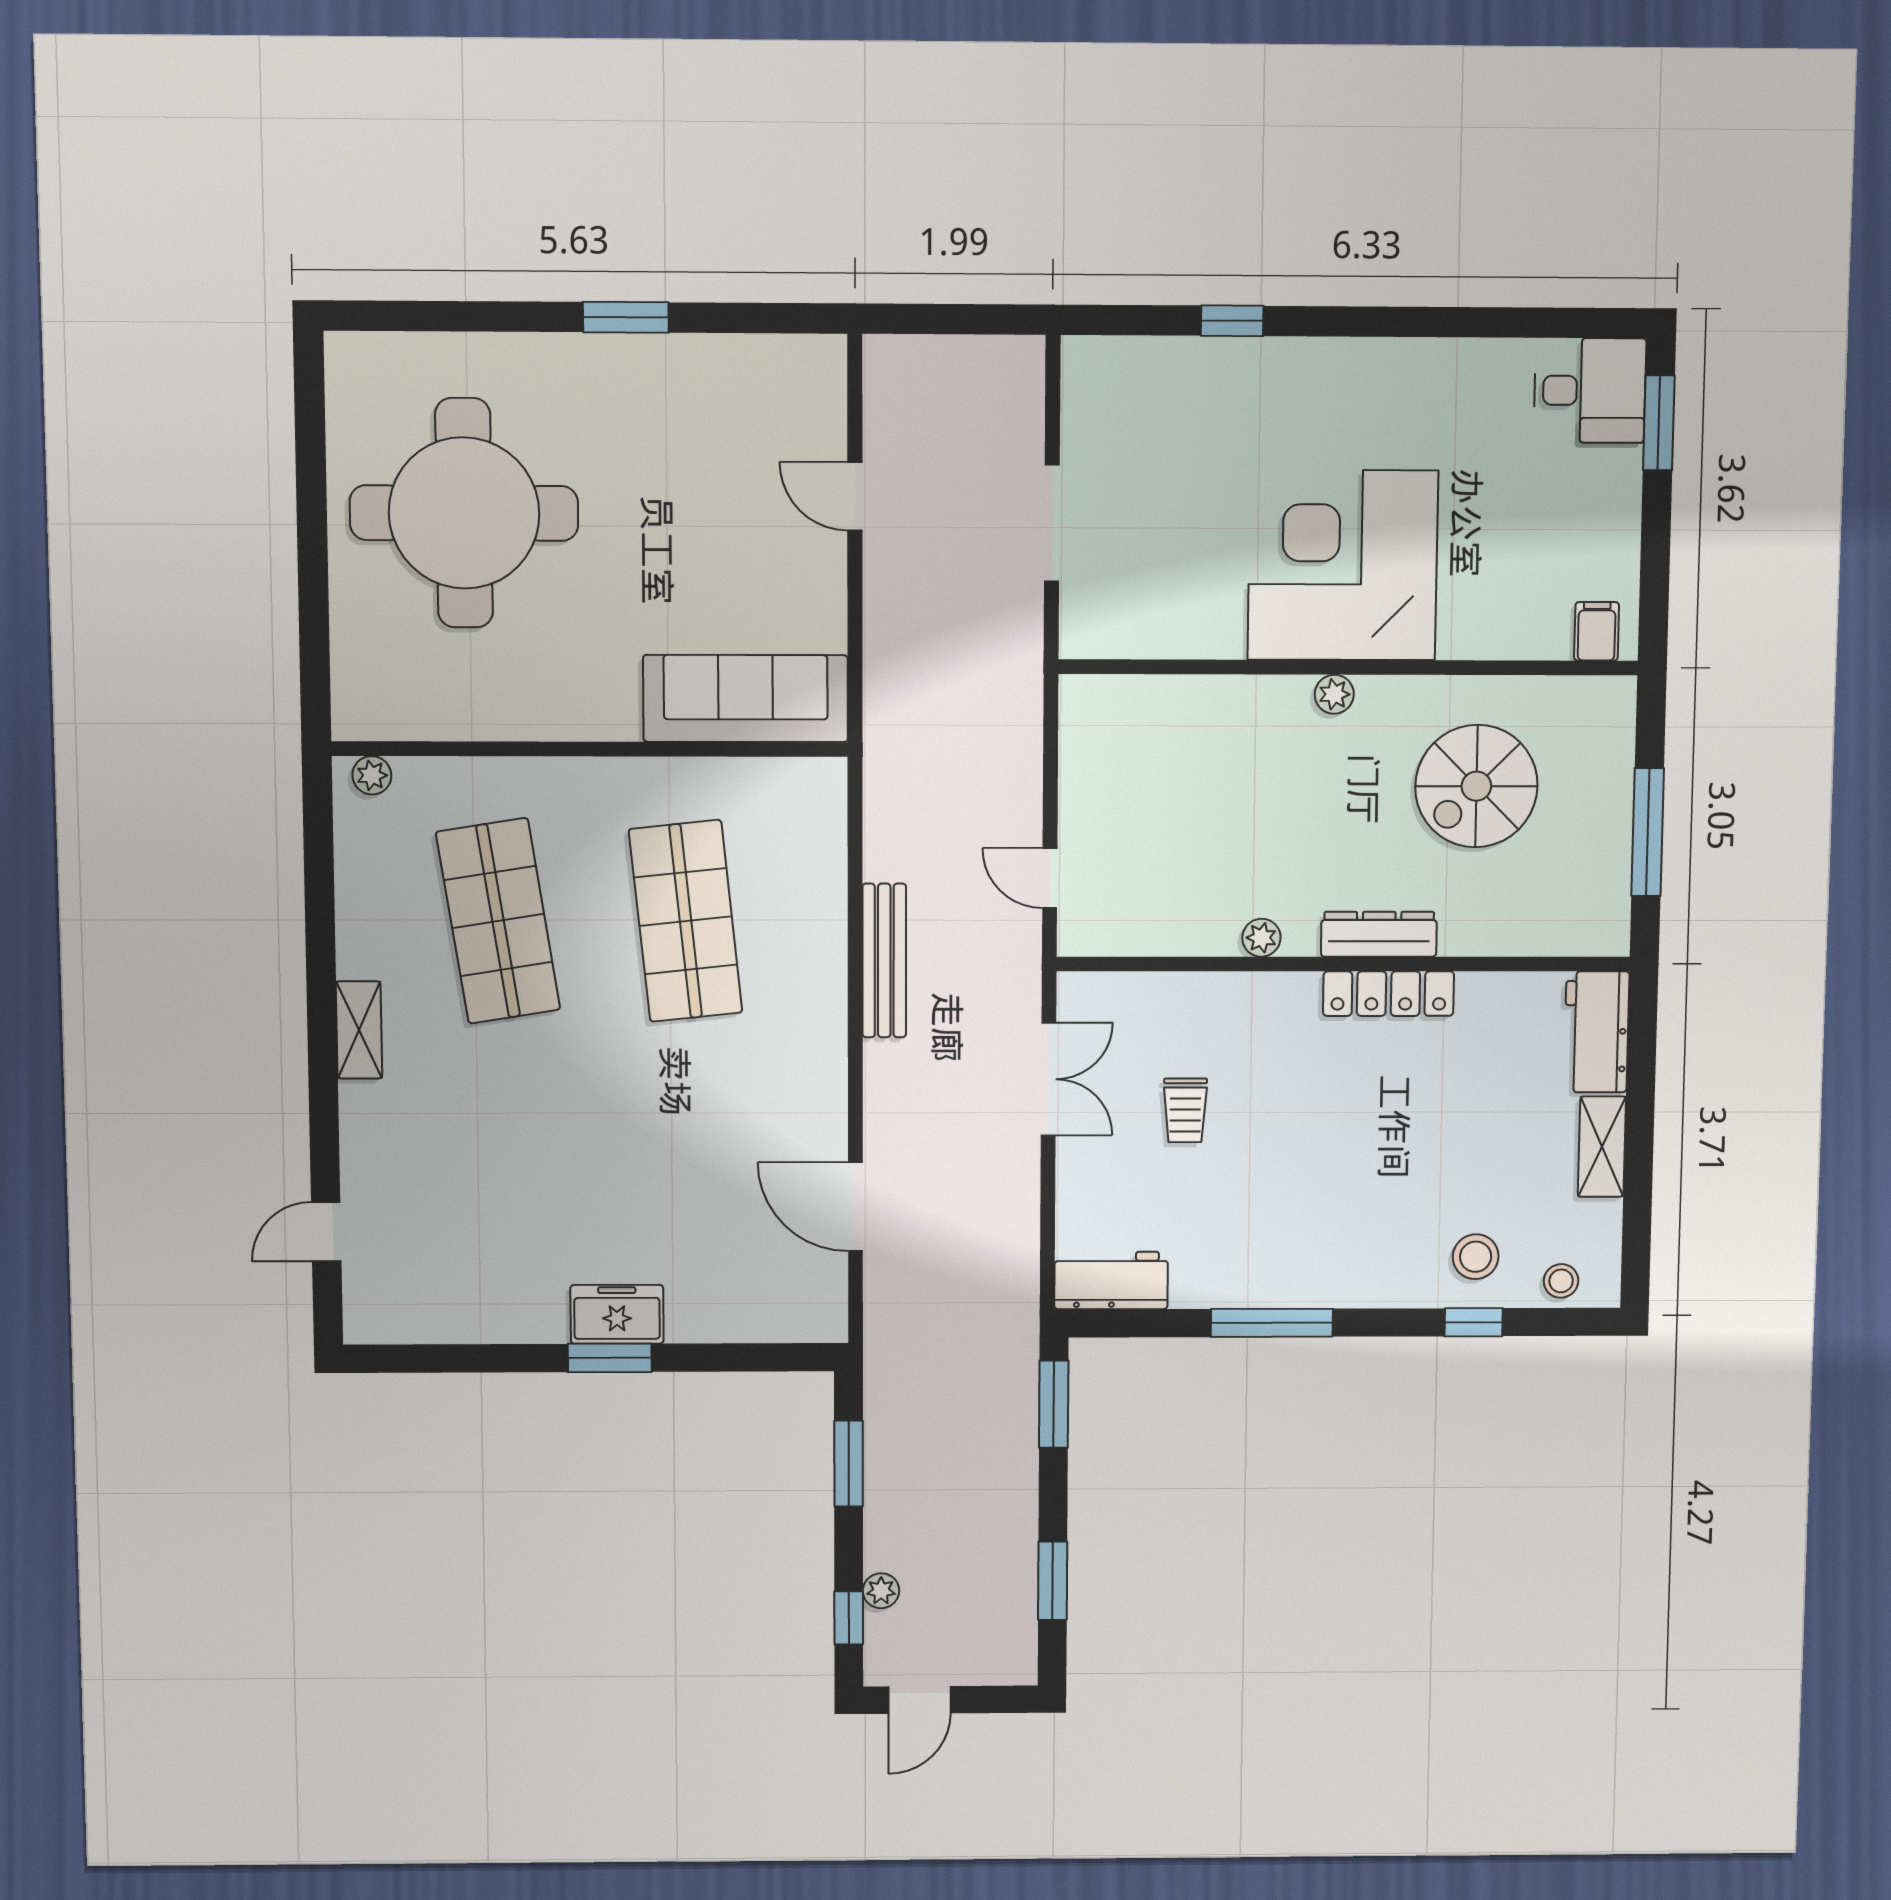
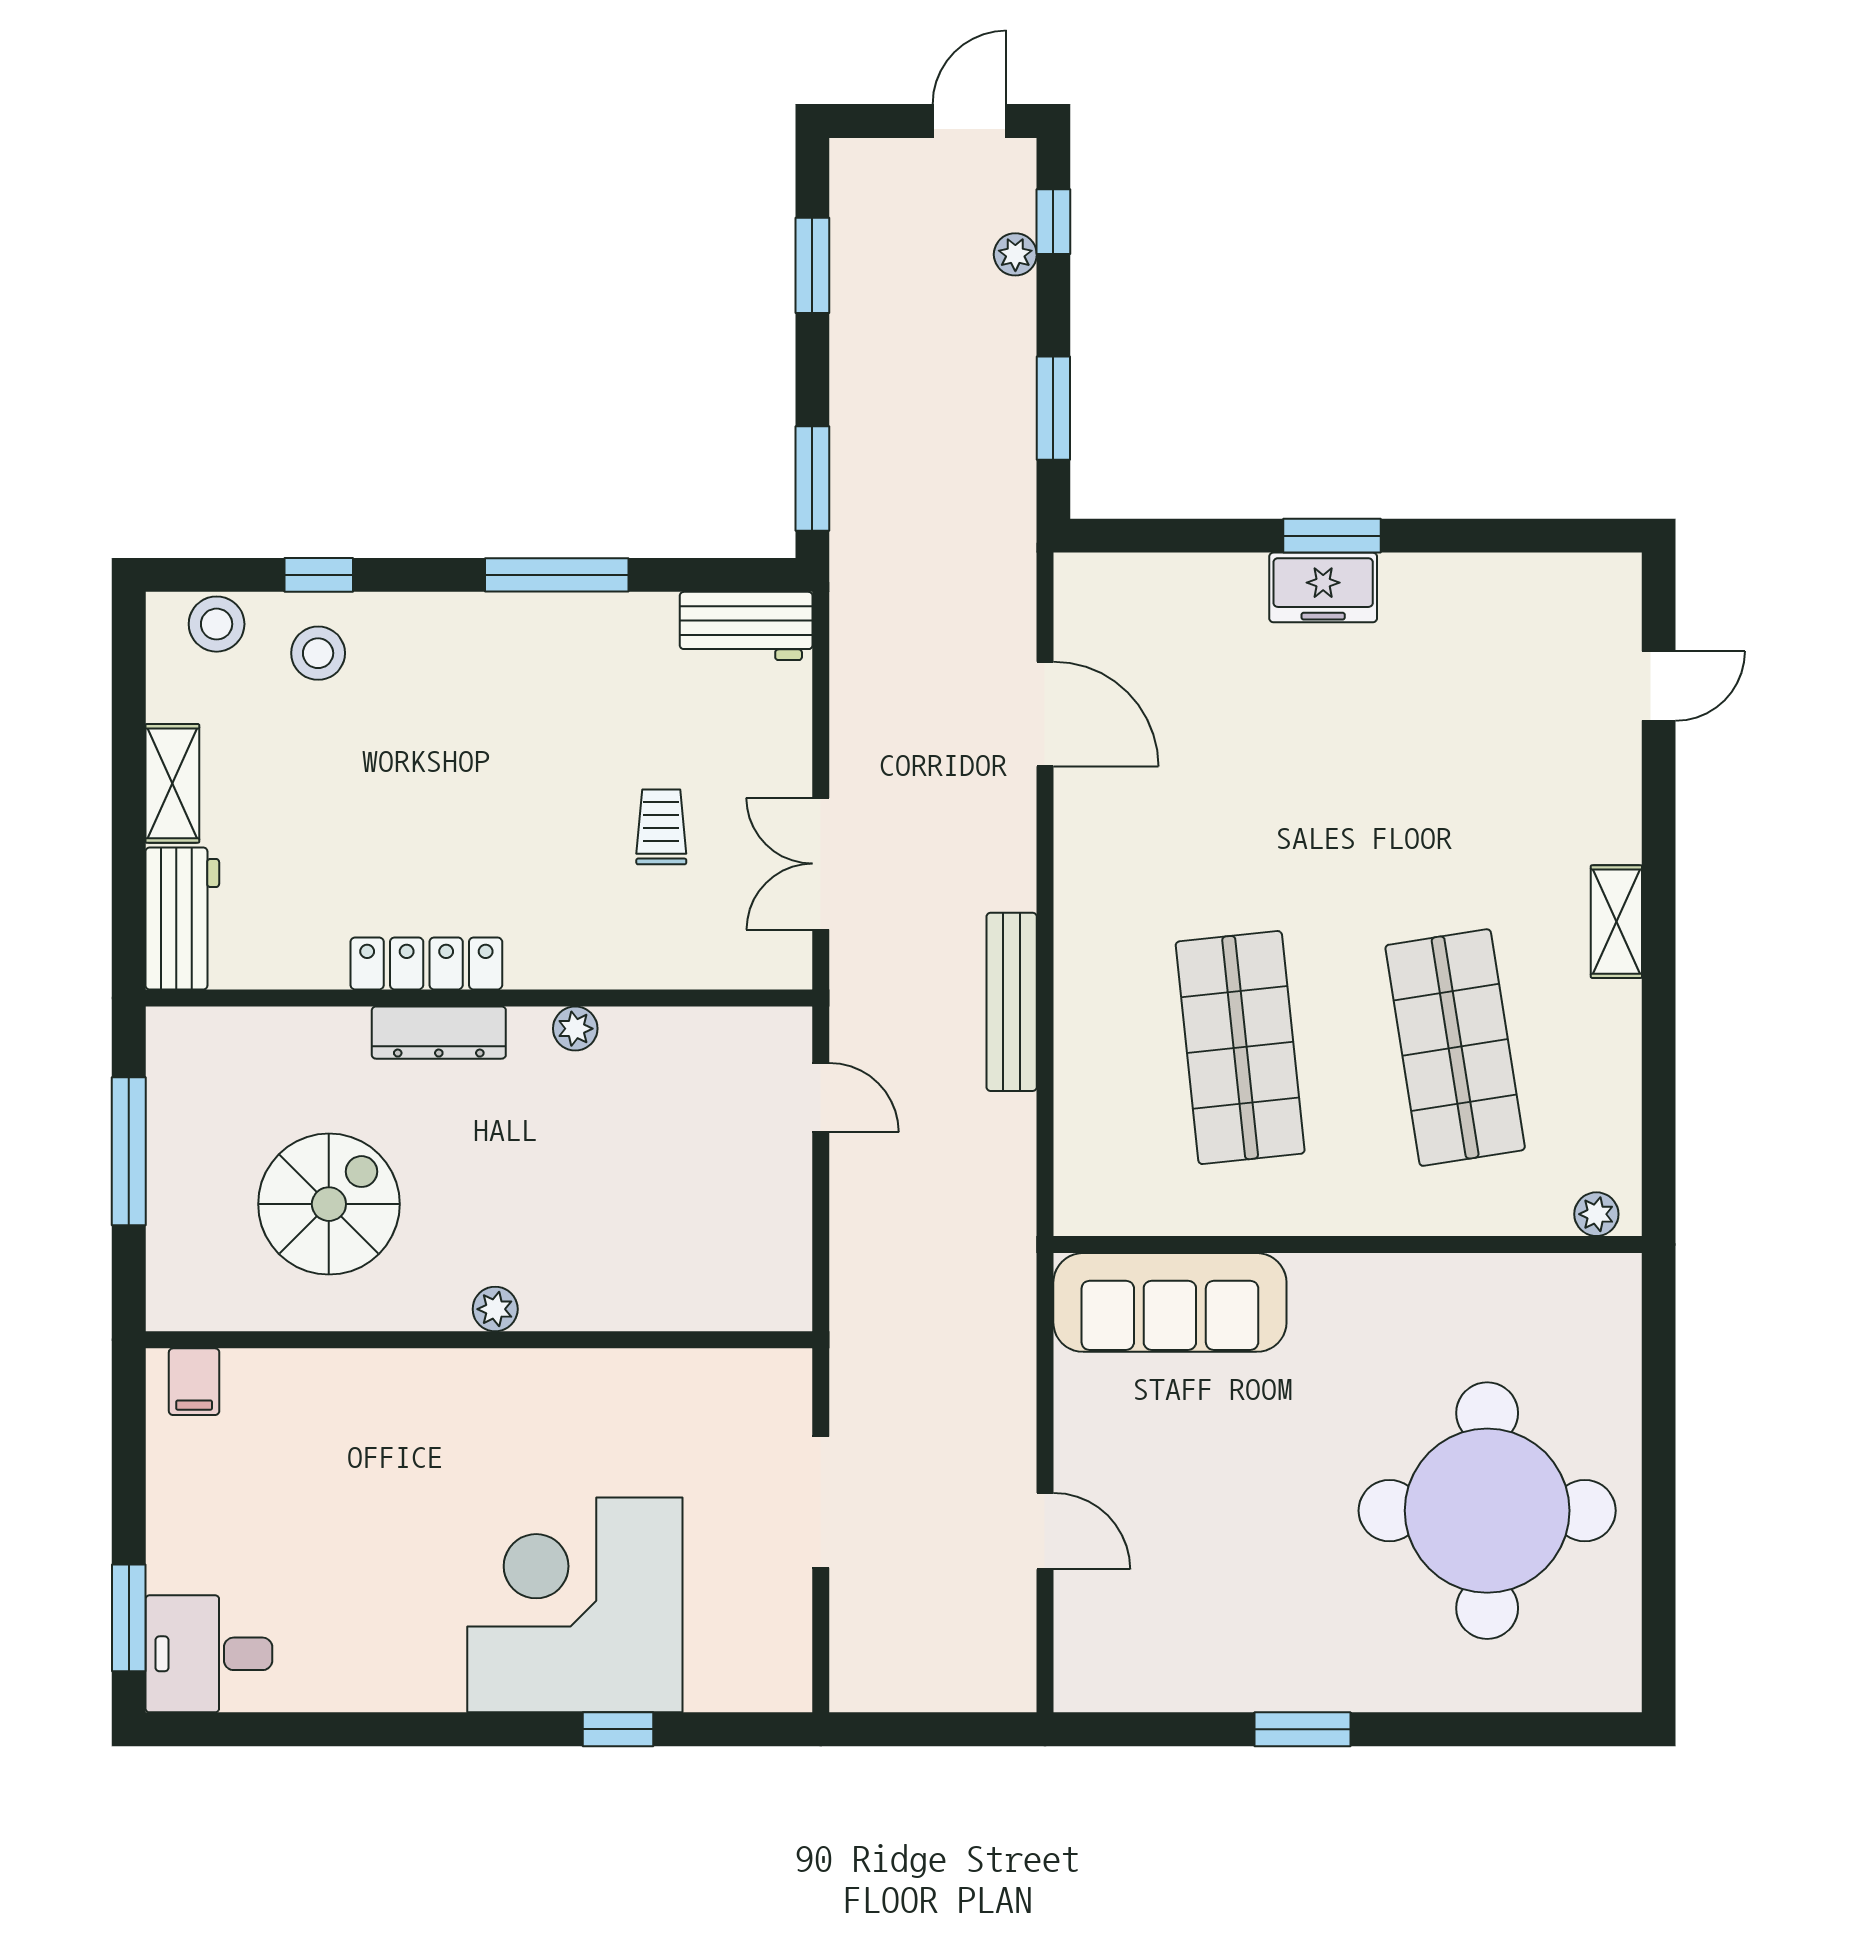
corner desk: (1343, 565) -> (575, 1605), moved, turned 180
stool: (1561, 1281) -> (217, 624), width x1.37, depth x1.37

